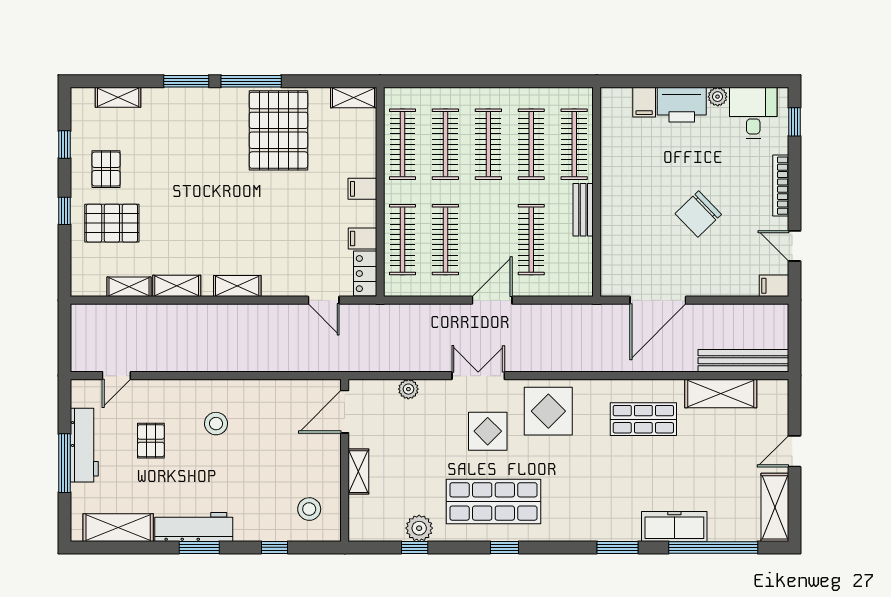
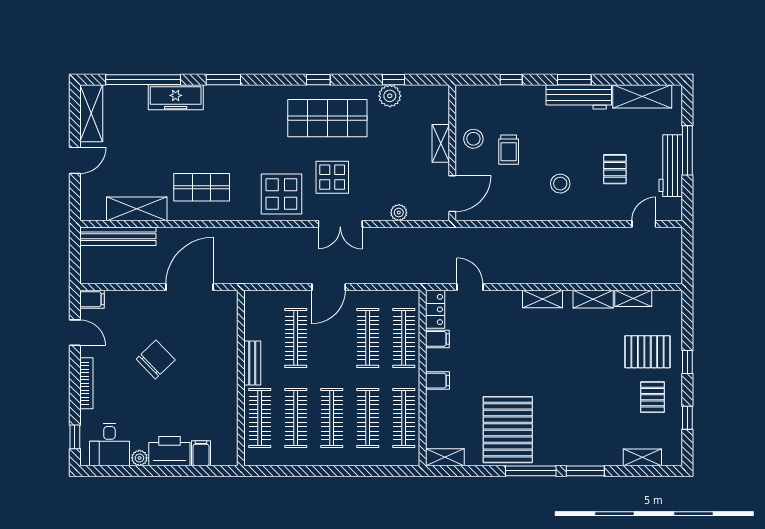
trolley: (278, 464) -> (509, 150), added
stool: (309, 509) -> (473, 139), moved

